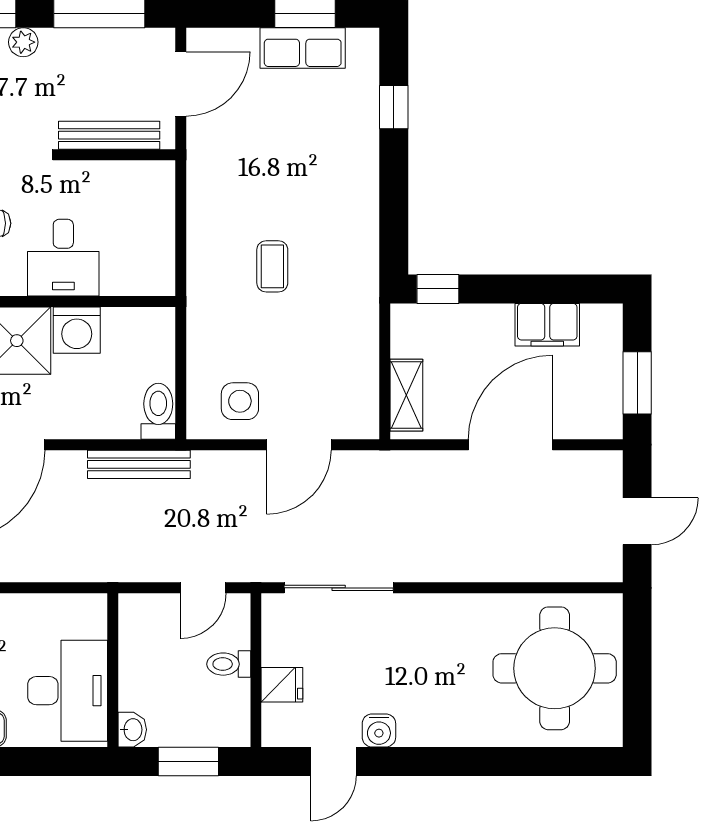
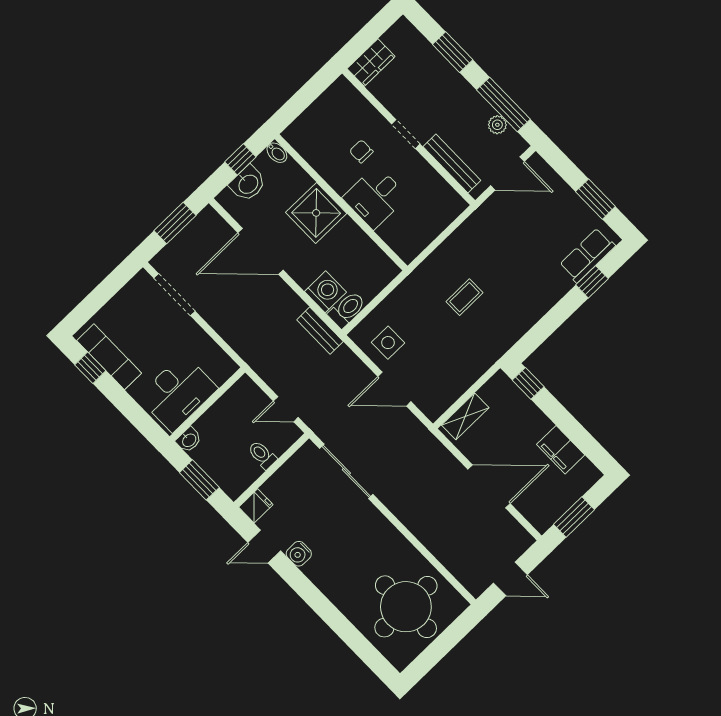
plant: (23, 42) -> (497, 125), moved
row of seats: (303, 48) -> (587, 255), moved, turned 90
washing machine: (77, 330) -> (325, 292), moved, turned 180
bench: (139, 464) -> (320, 331), width x0.73
fridge: (282, 685) -> (256, 506), moved, turned -90

